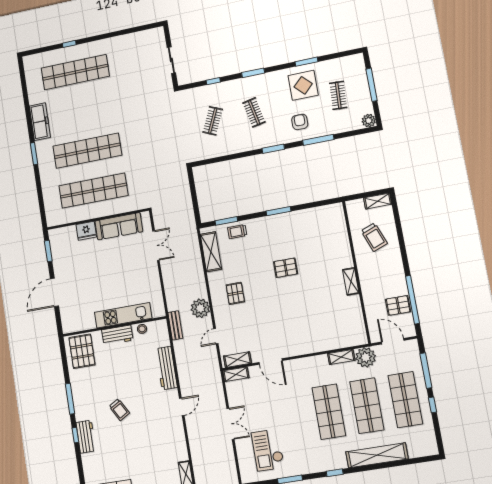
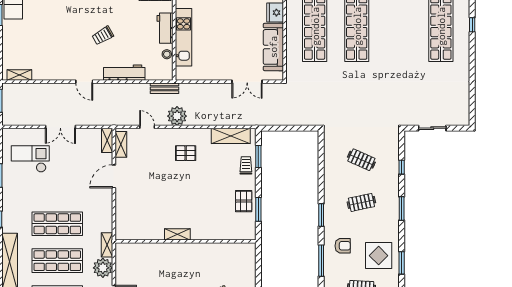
pallet: (286, 268) -> (244, 201), moved
wall: (357, 272) -> (185, 241), moved
shelving: (351, 281) -> (177, 234), moved
trolley: (119, 410) -> (103, 36), moved

